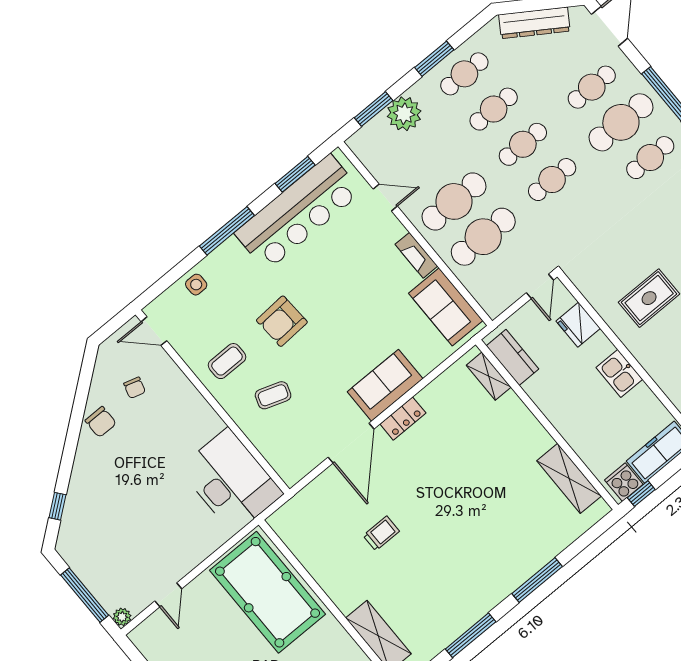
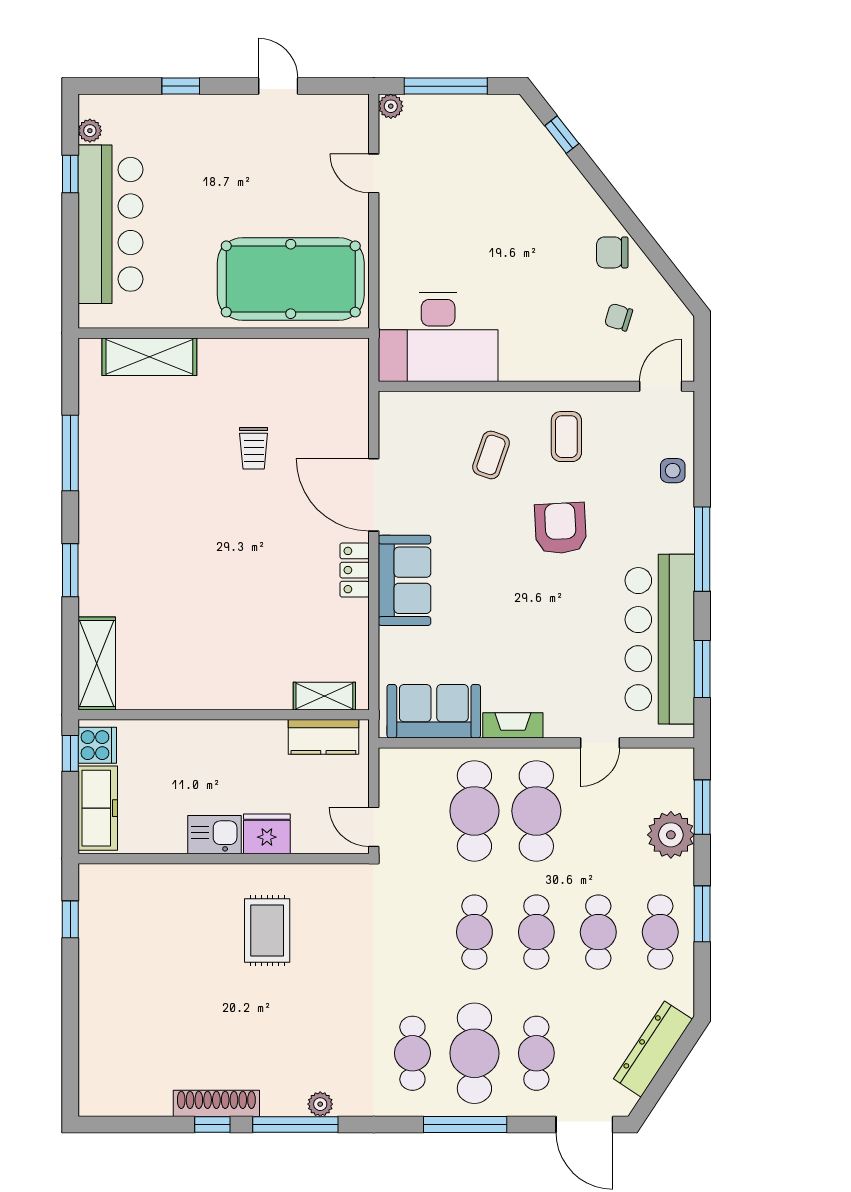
fridge: (578, 325) -> (267, 834), moved
shelving: (569, 478) -> (97, 663), moved, turned 90
window: (537, 580) -> (70, 570), width x0.69

